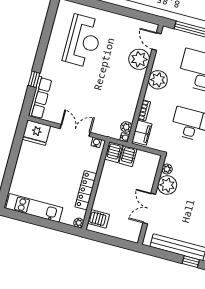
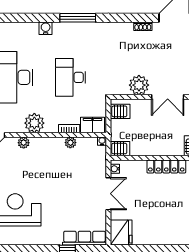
plant: (139, 59) -> (24, 143), width x0.53, depth x0.53
plant: (126, 127) -> (70, 143), moved
double door: (75, 130) -> (108, 194), swing flipped
server rack: (128, 156) -> (120, 111), moved
plant: (167, 169) -> (123, 90), removed

